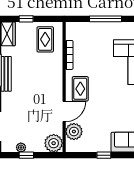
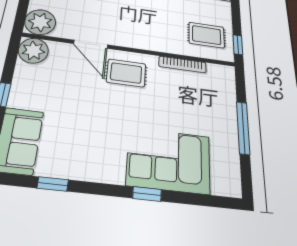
window: (26, 19) -> (238, 45), moved
plant: (74, 132) -> (33, 51), moved

